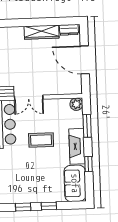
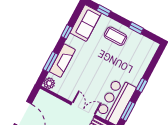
coffee table: (41, 140) -> (115, 36), moved
fireplace: (77, 146) -> (62, 61), moved
window: (49, 206) -> (104, 11), moved

